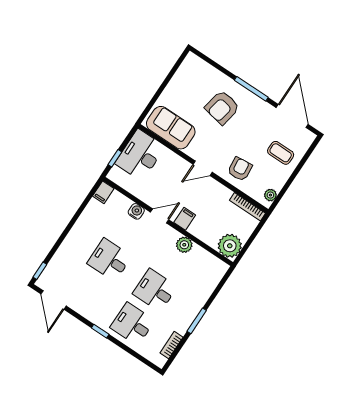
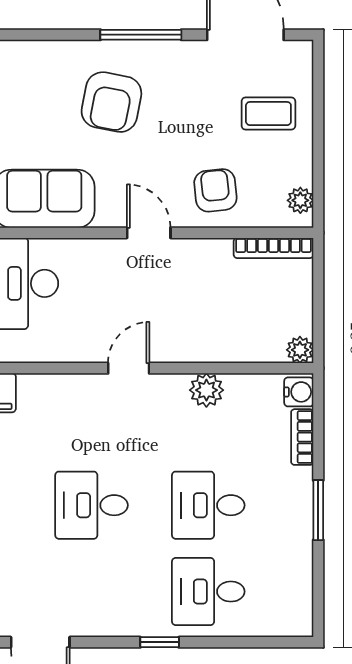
door: (203, 168) -> (149, 233), swing flipped
water cooler: (136, 211) -> (299, 392), moved, turned 90
filing cabinet: (185, 219) -> (176, 343), removed
plant: (230, 246) -> (300, 350), width x0.53, depth x0.53
bookcase: (171, 345) -> (302, 437), moved

